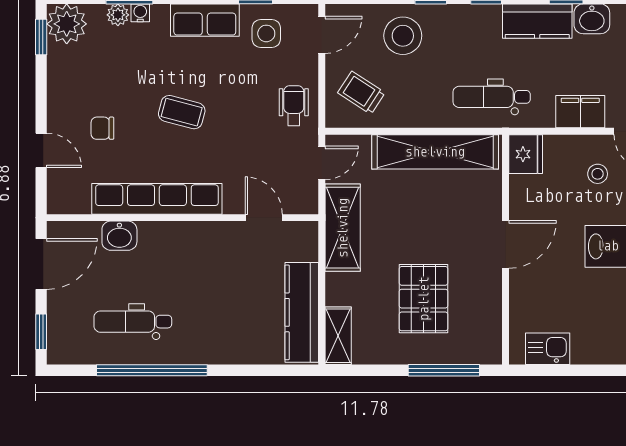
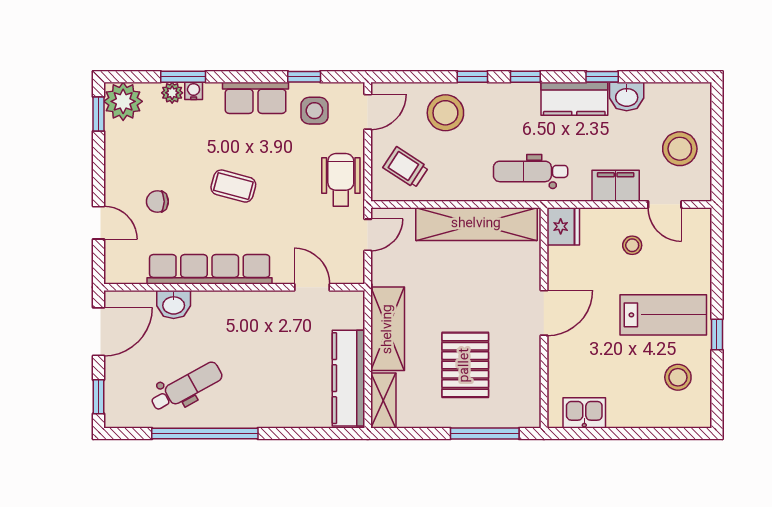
wheelchair: (294, 106) -> (341, 180), width x1.36, depth x1.37
shelving: (343, 228) -> (388, 329), moved
dental chair: (133, 322) -> (186, 387), turned 151

